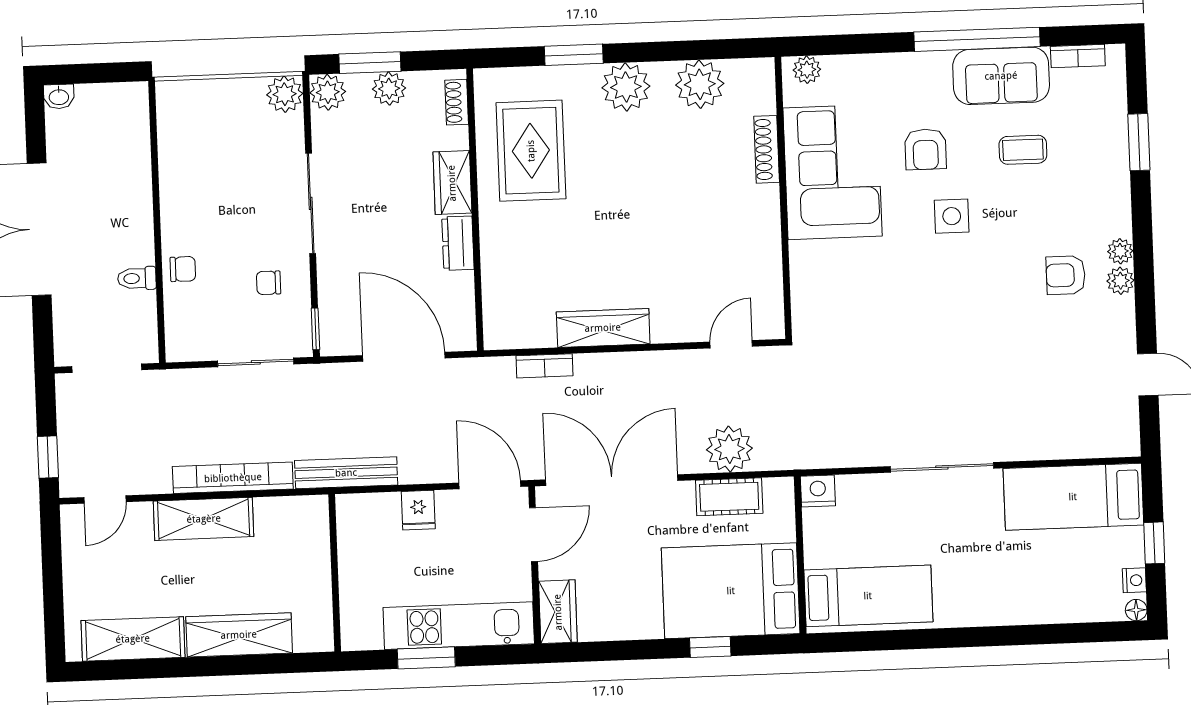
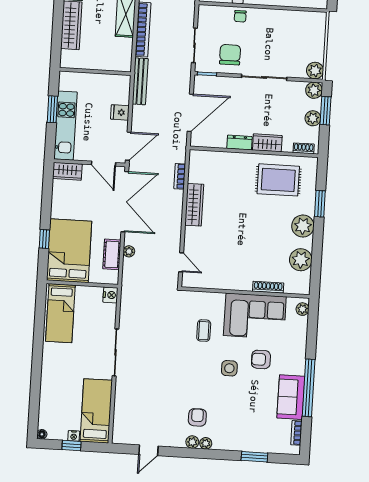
coffee table: (1023, 150) -> (204, 331), moved
chair: (269, 283) -> (230, 55), width x1.87, depth x1.87
plant: (729, 449) -> (129, 251), width x0.53, depth x0.53
nightstand: (1134, 580) -> (74, 436), moved

